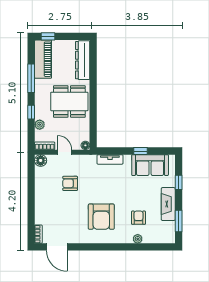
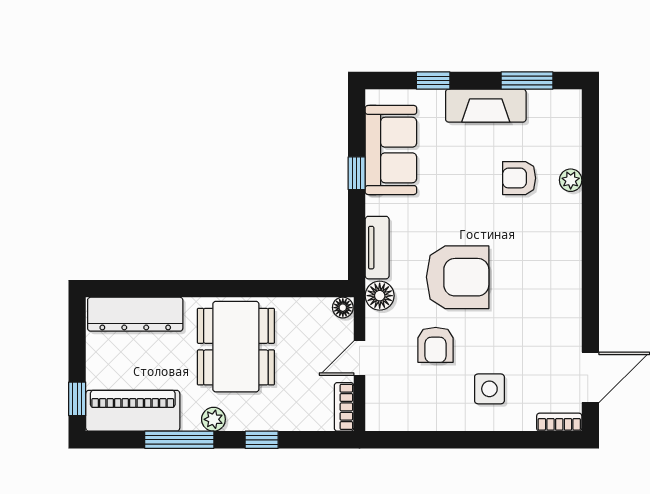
plant: (40, 125) -> (213, 419), moved
floor lamp: (41, 160) -> (380, 296), moved
side table: (52, 205) -> (489, 389), added
armchair: (101, 217) -> (458, 277), moved

